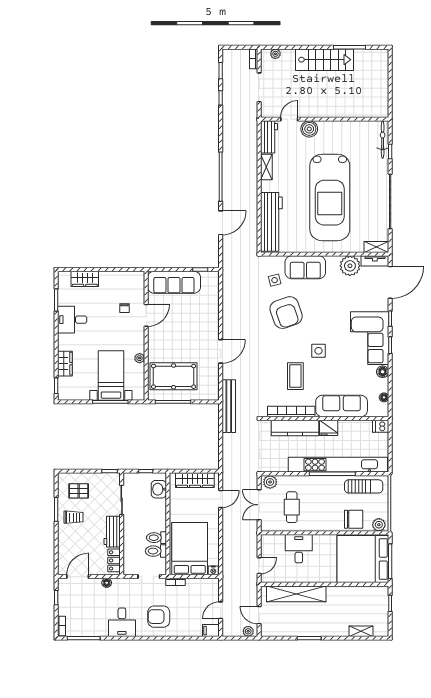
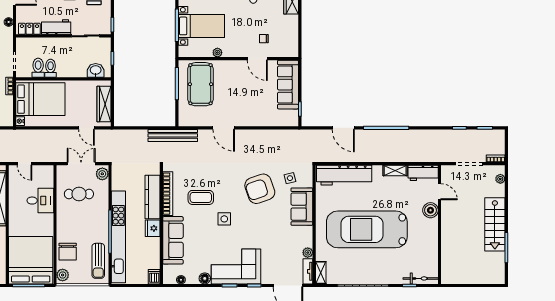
plant: (350, 266) -> (308, 253), width x0.53, depth x0.53

